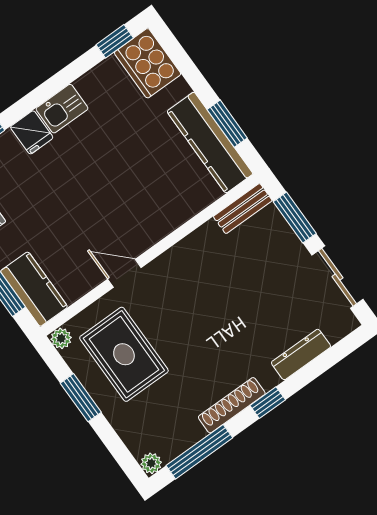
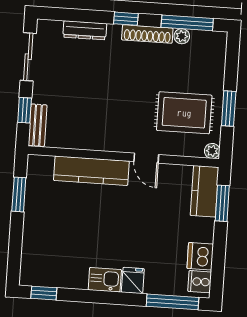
cooker: (148, 63) -> (36, 265), removed
kitchen counter: (210, 143) -> (91, 171), moved, turned 90
bench: (243, 209) -> (38, 125), moved, turned 90
window: (295, 218) -> (25, 110), width x0.67
rug: (124, 354) -> (184, 113), turned 90
plant: (151, 463) -> (182, 36), moved

